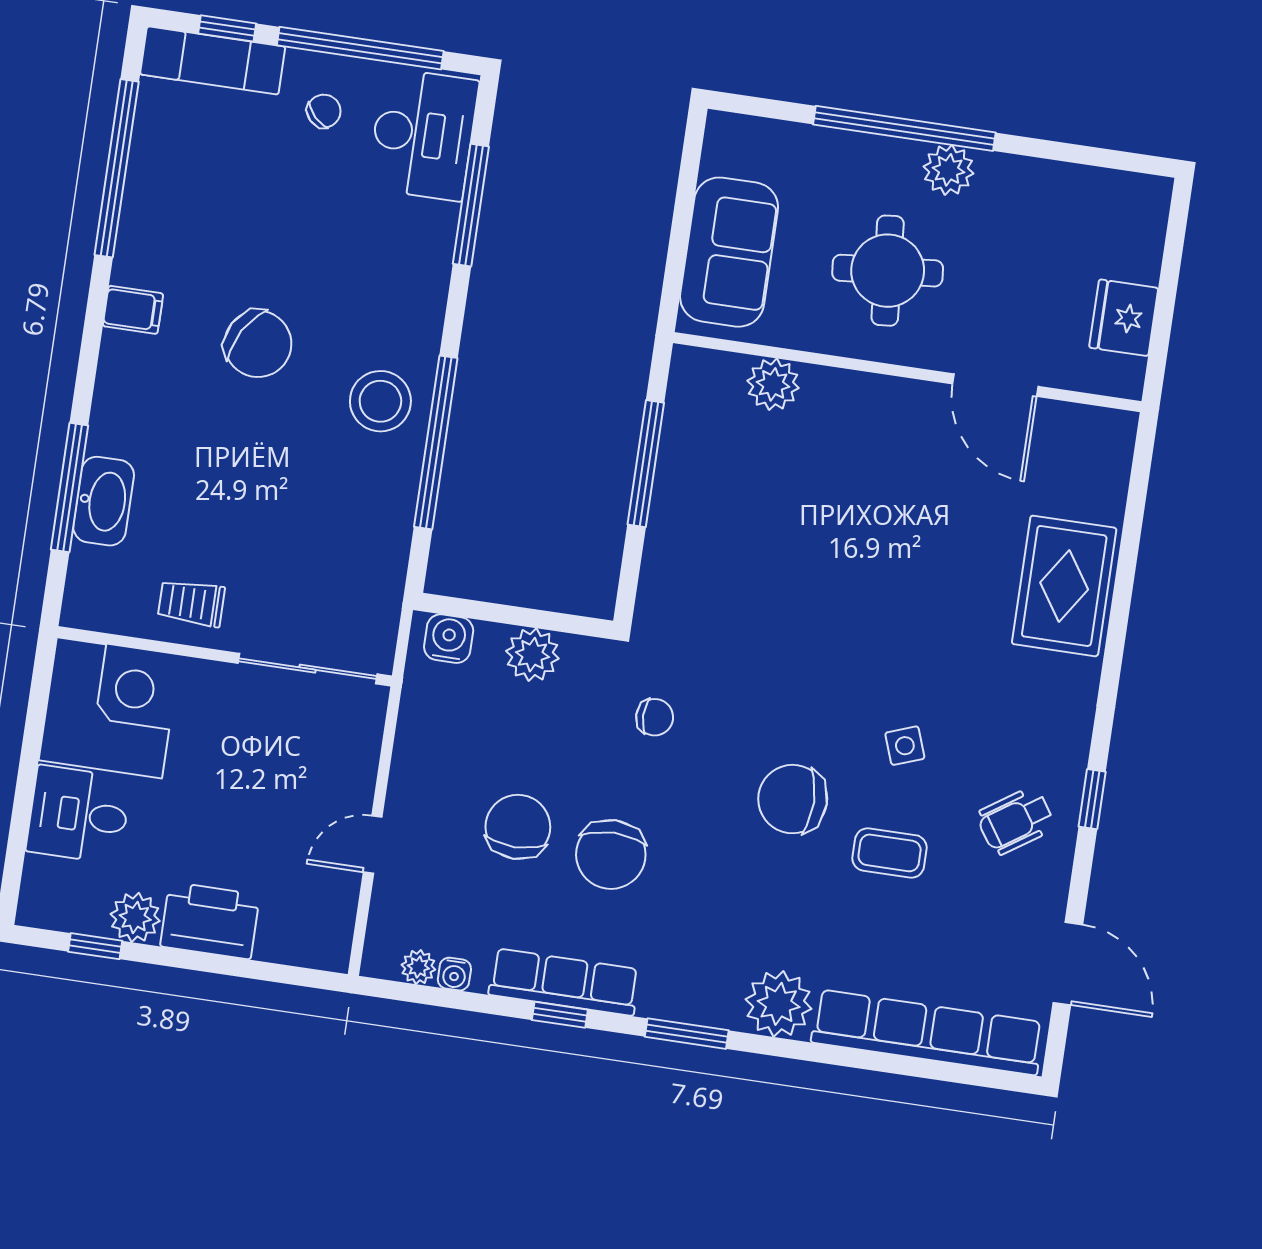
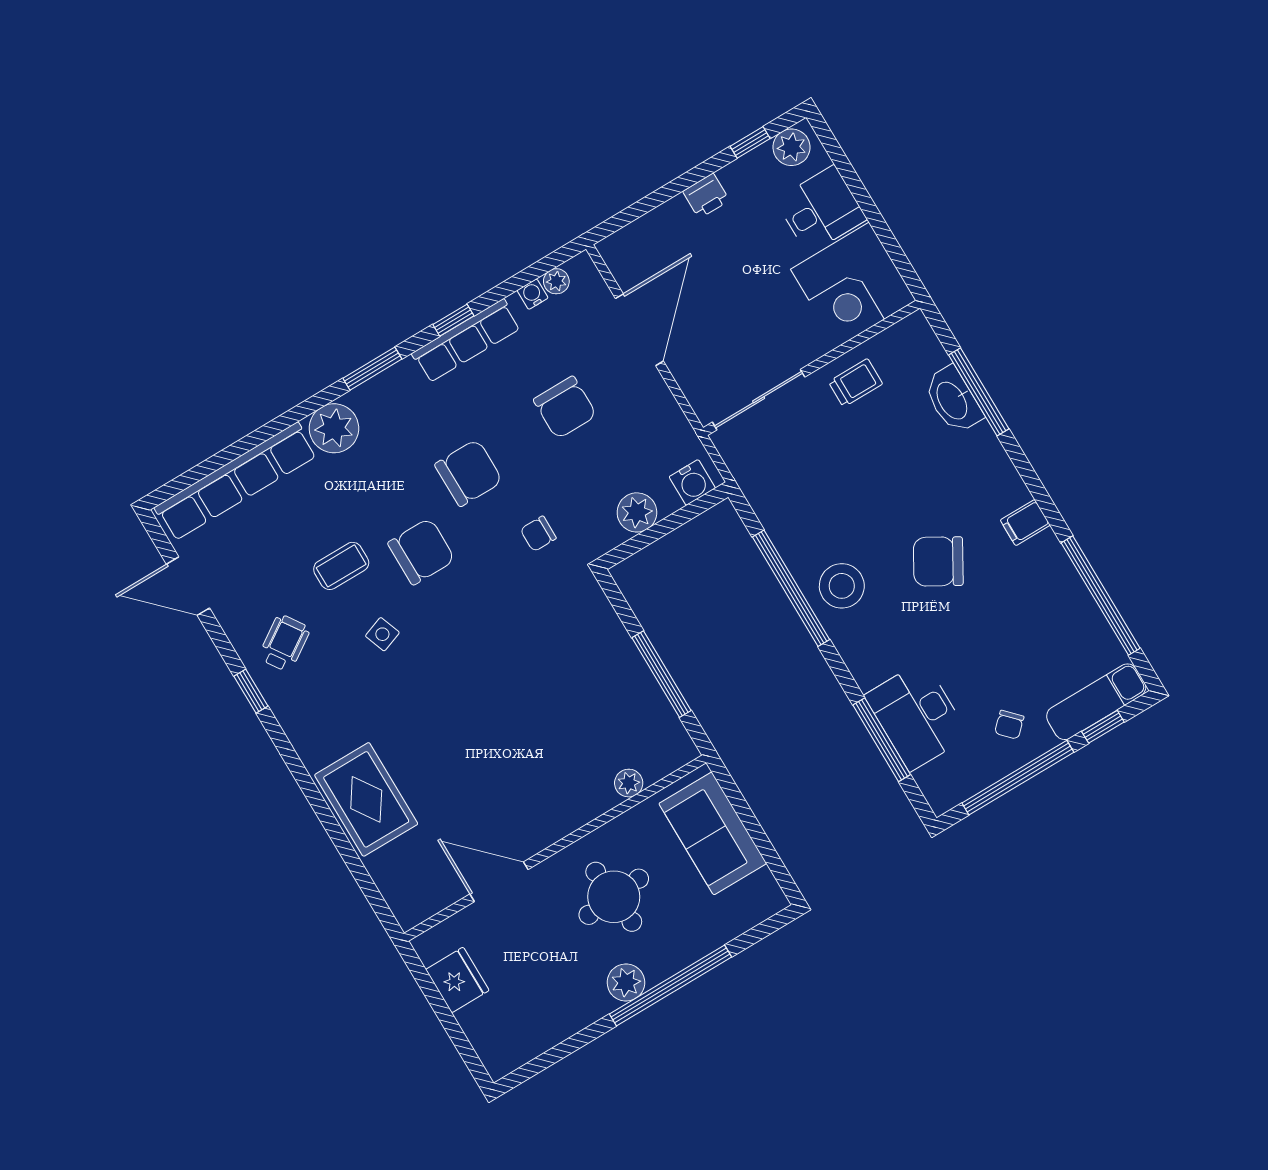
desk: (423, 134) -> (917, 716), moved
plant: (773, 384) -> (629, 783), width x0.73, depth x0.73
door: (373, 845) -> (639, 330), width x1.88
chair: (611, 854) -> (469, 473), moved, turned 90
plant: (135, 917) -> (791, 147), moved
printer: (210, 921) -> (706, 196), width x0.53, depth x0.68

